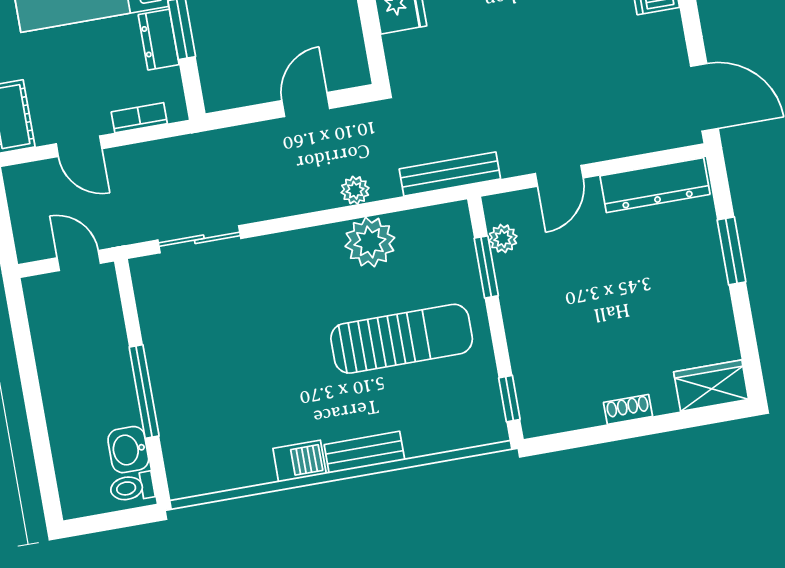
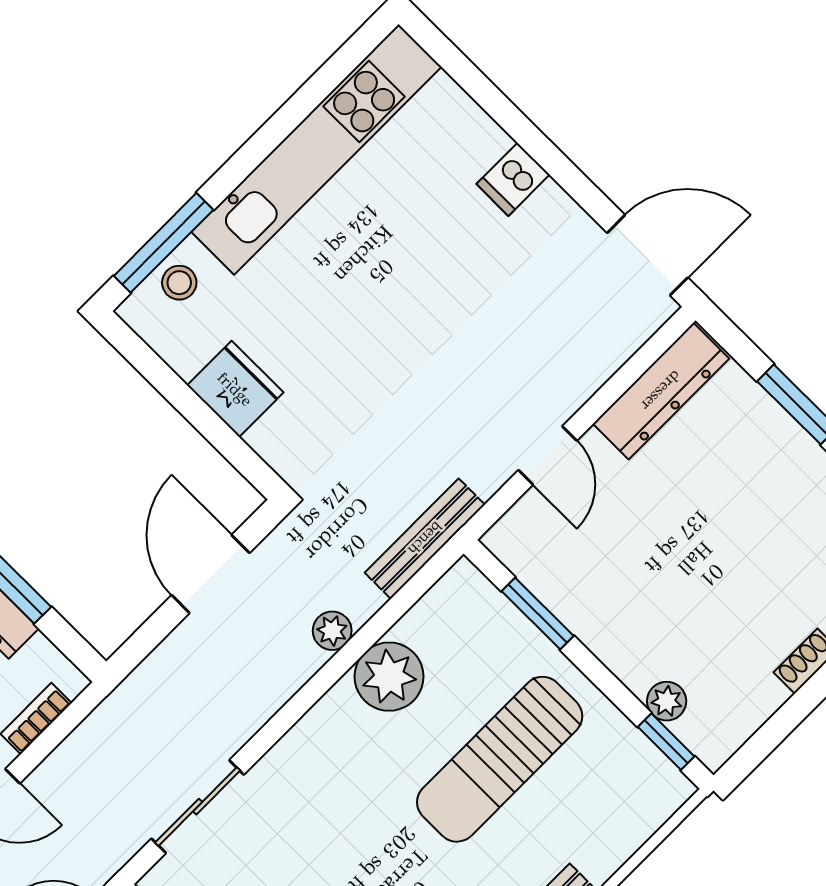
door: (306, 104) -> (211, 574), width x1.38
plant: (503, 239) -> (667, 701), moved
sun lounger: (402, 339) -> (500, 759), turned 180

